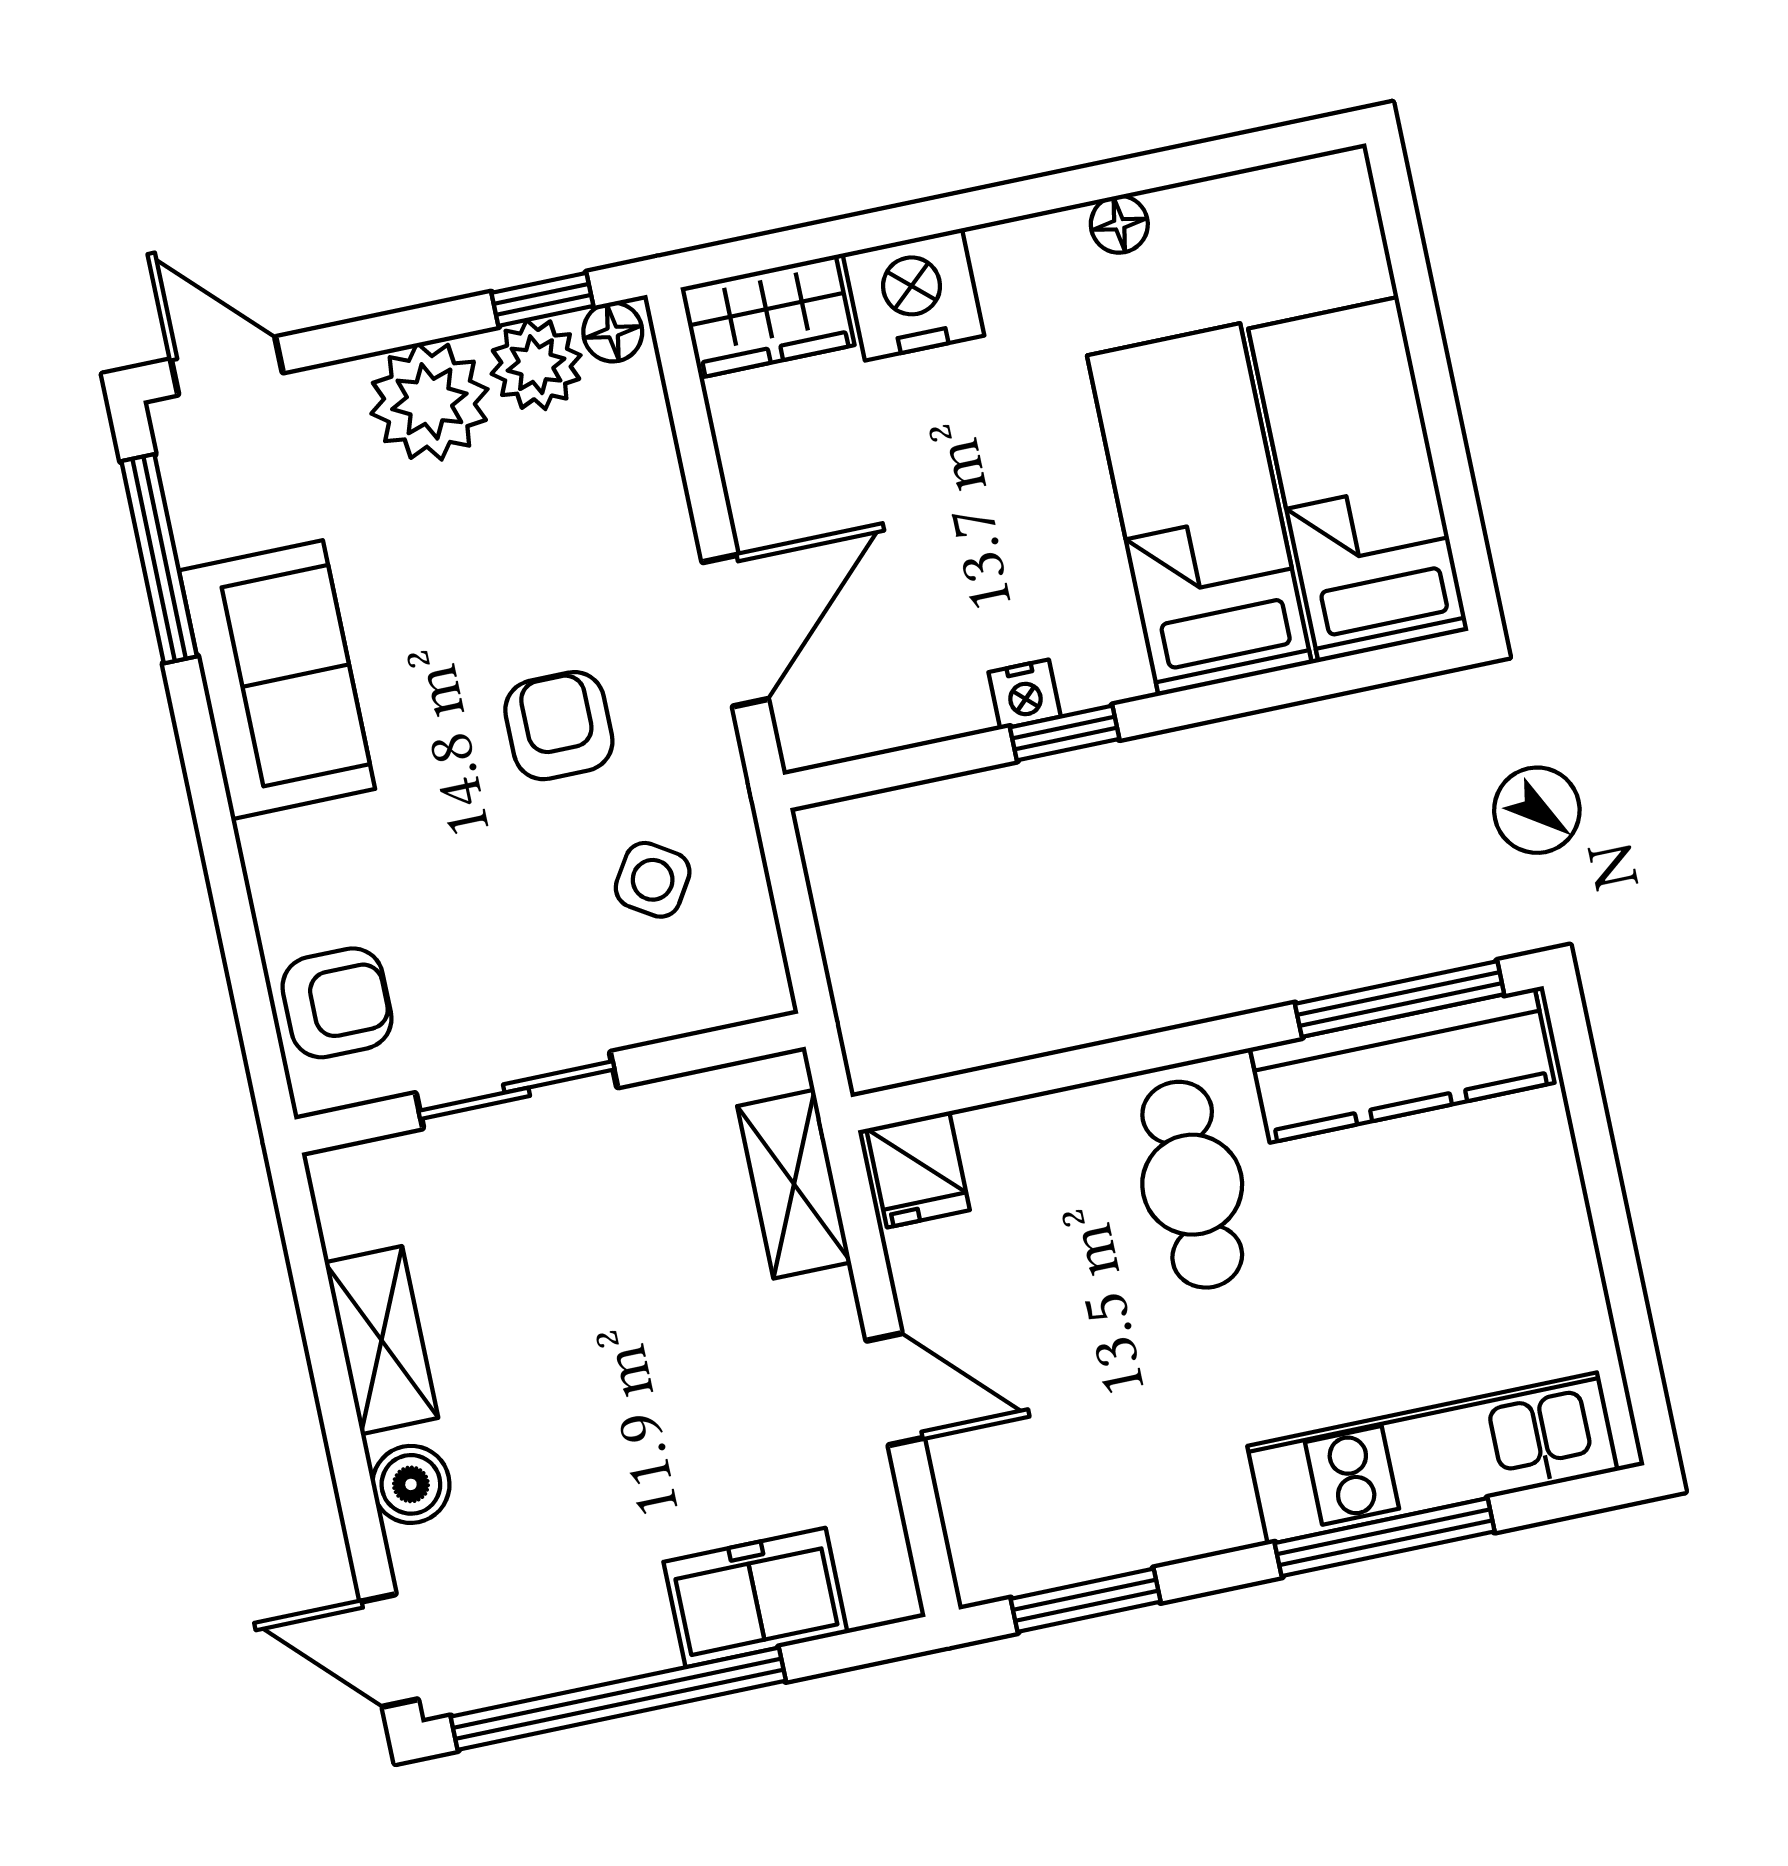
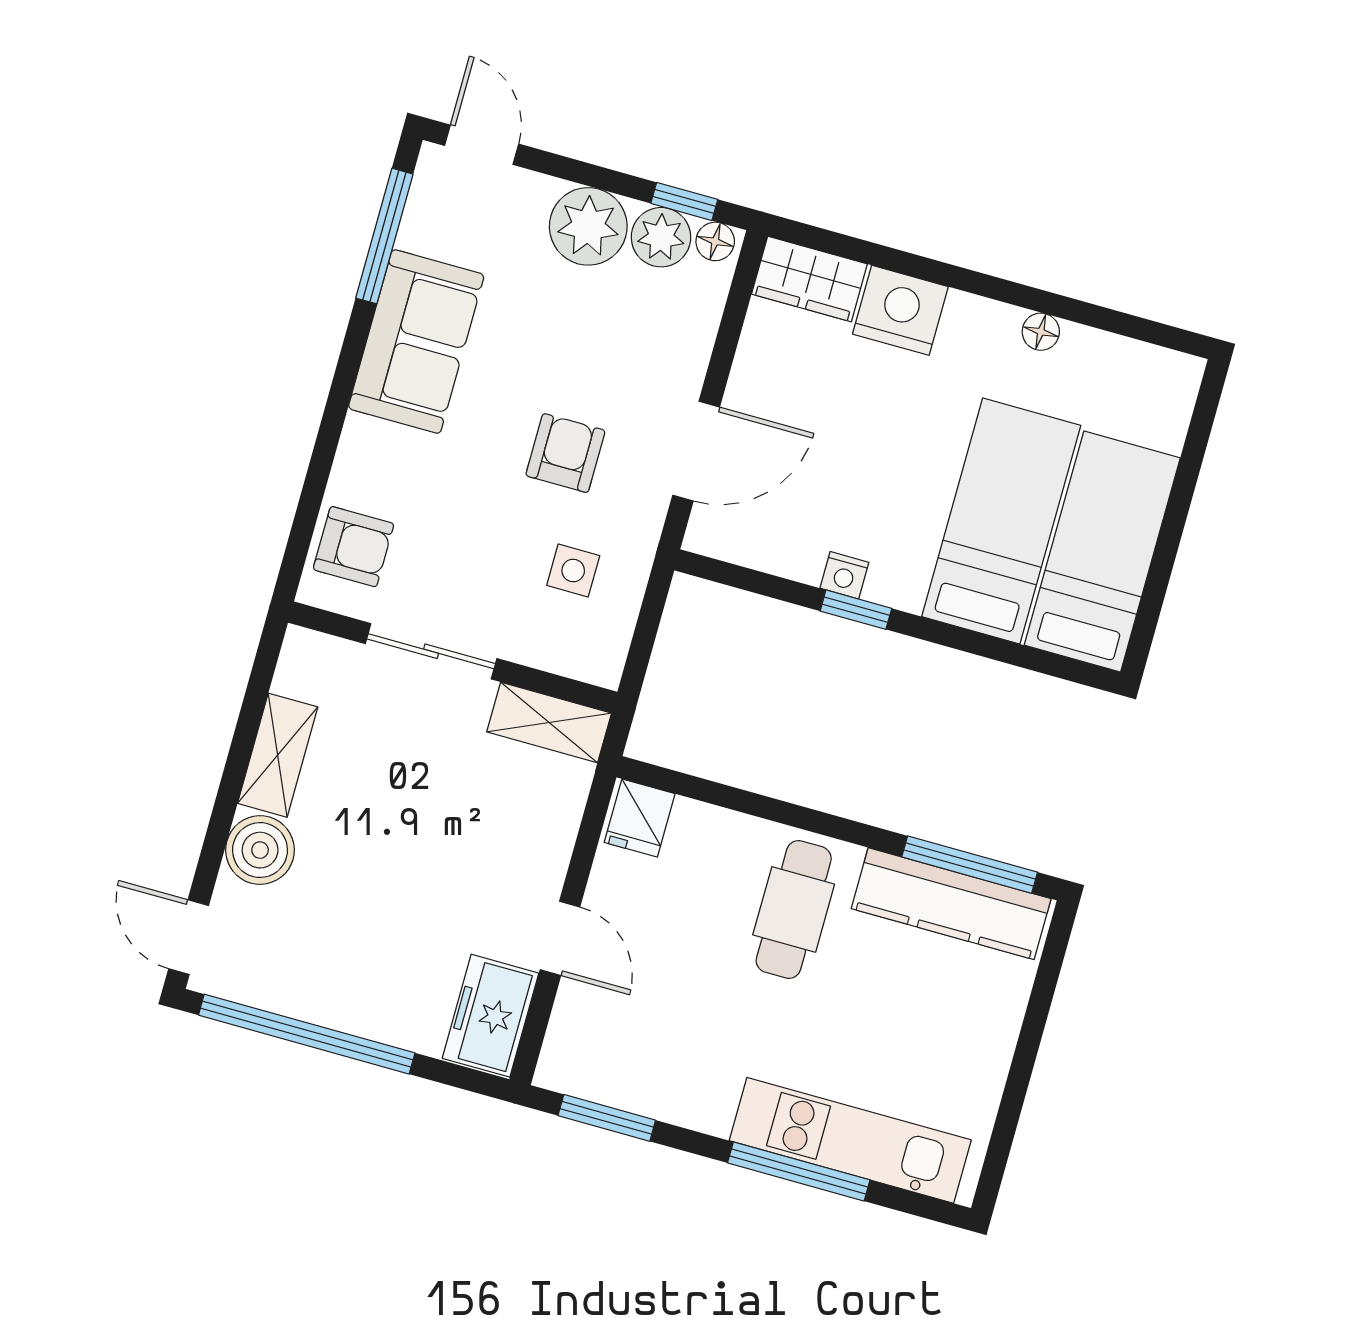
side table: (653, 880) -> (573, 571), turned -32
shelving: (794, 1184) -> (549, 723), moved, turned 90
boiler: (411, 1484) -> (260, 850), width x1.36, depth x1.36
freezer: (756, 1597) -> (491, 1016), moved, turned -90

